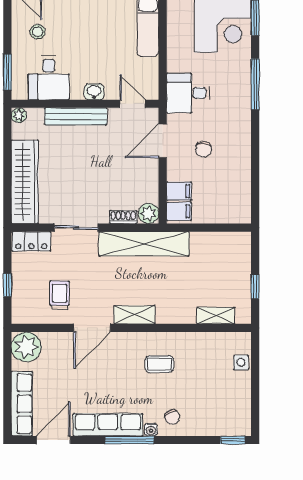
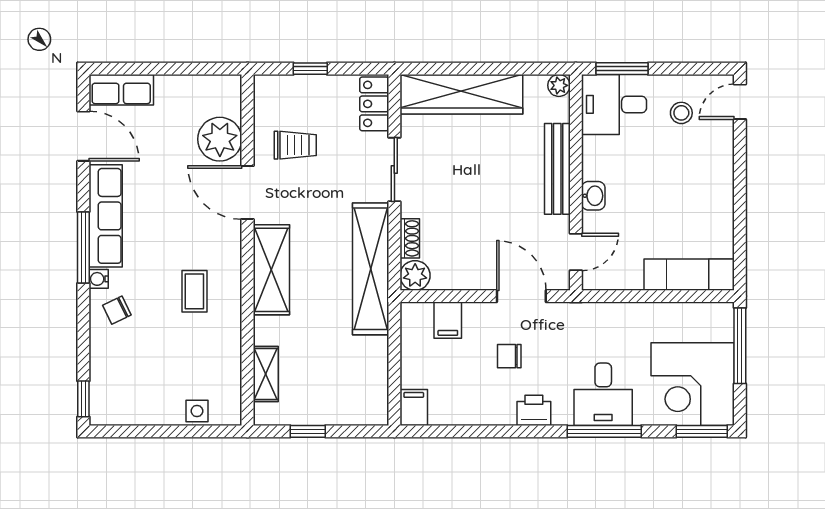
desk: (49, 78) -> (614, 104), moved
desk: (188, 93) -> (603, 394), moved, turned 180
printer: (241, 132) -> (534, 410), added
filing cabinet: (179, 211) -> (414, 408), moved, turned 180
shelving: (134, 315) -> (271, 270), width x1.50, depth x1.33
plant: (26, 347) -> (220, 139), moved
row of seats: (22, 404) -> (121, 90), width x0.68

